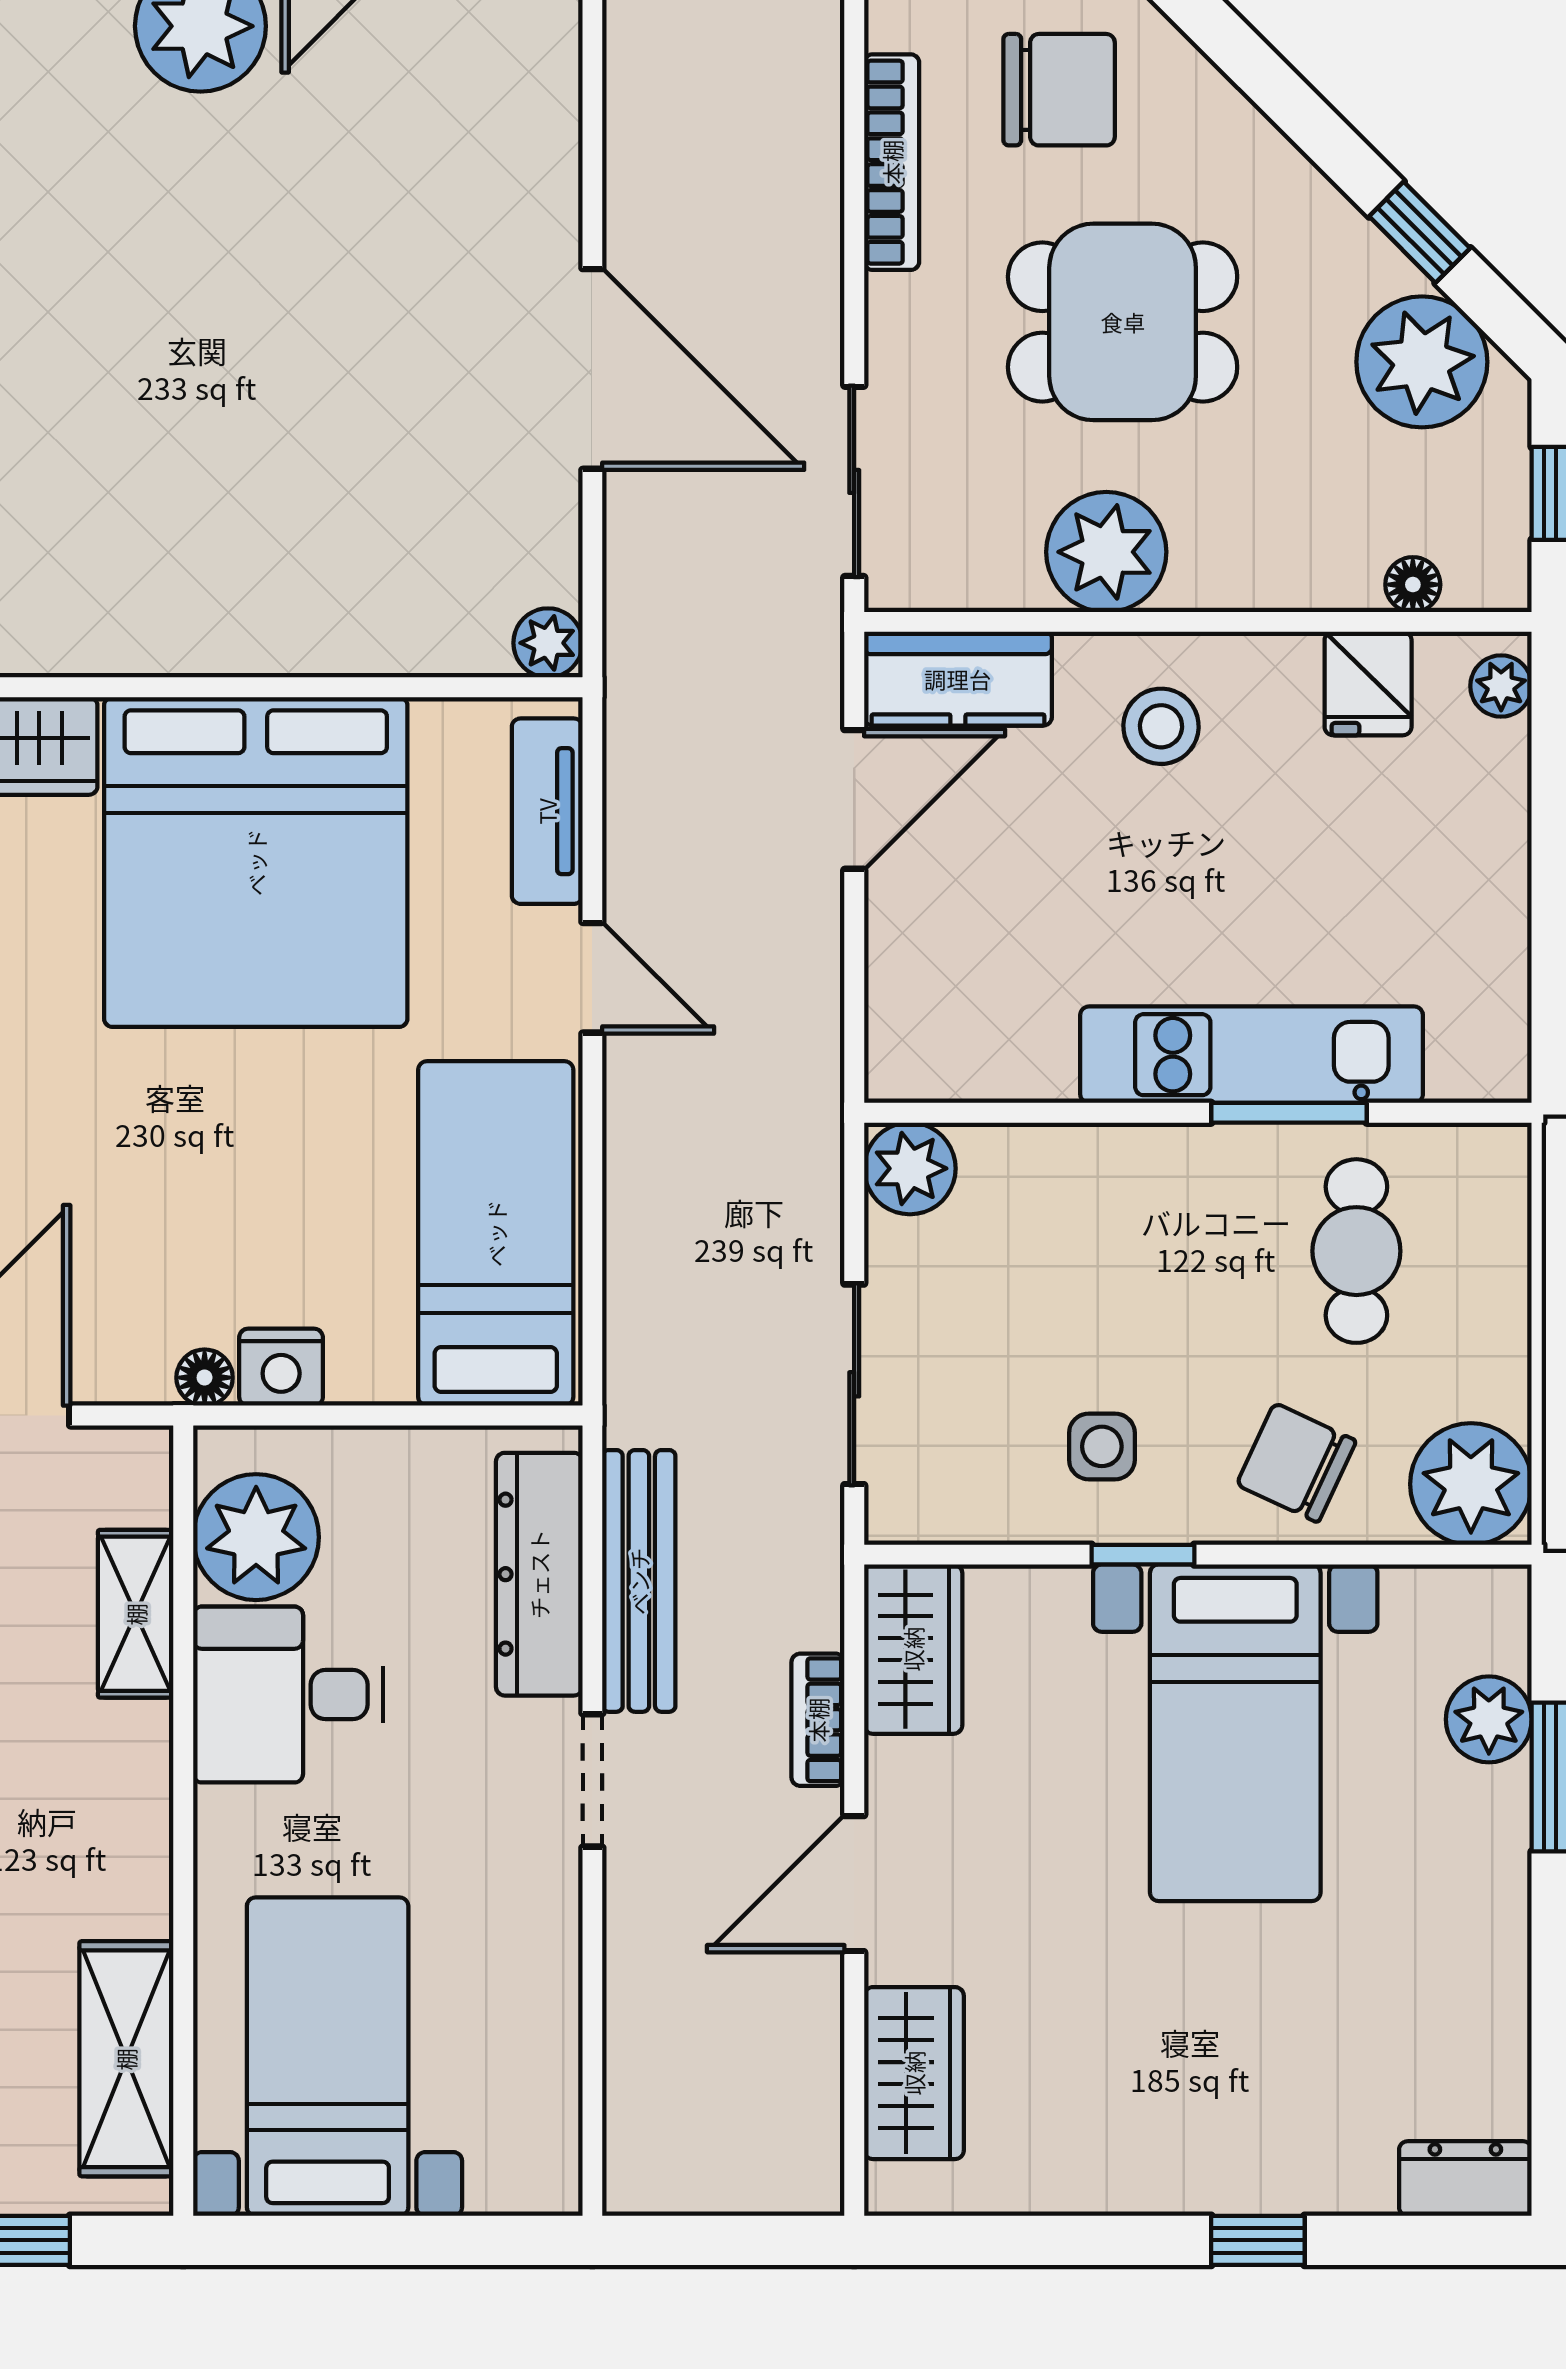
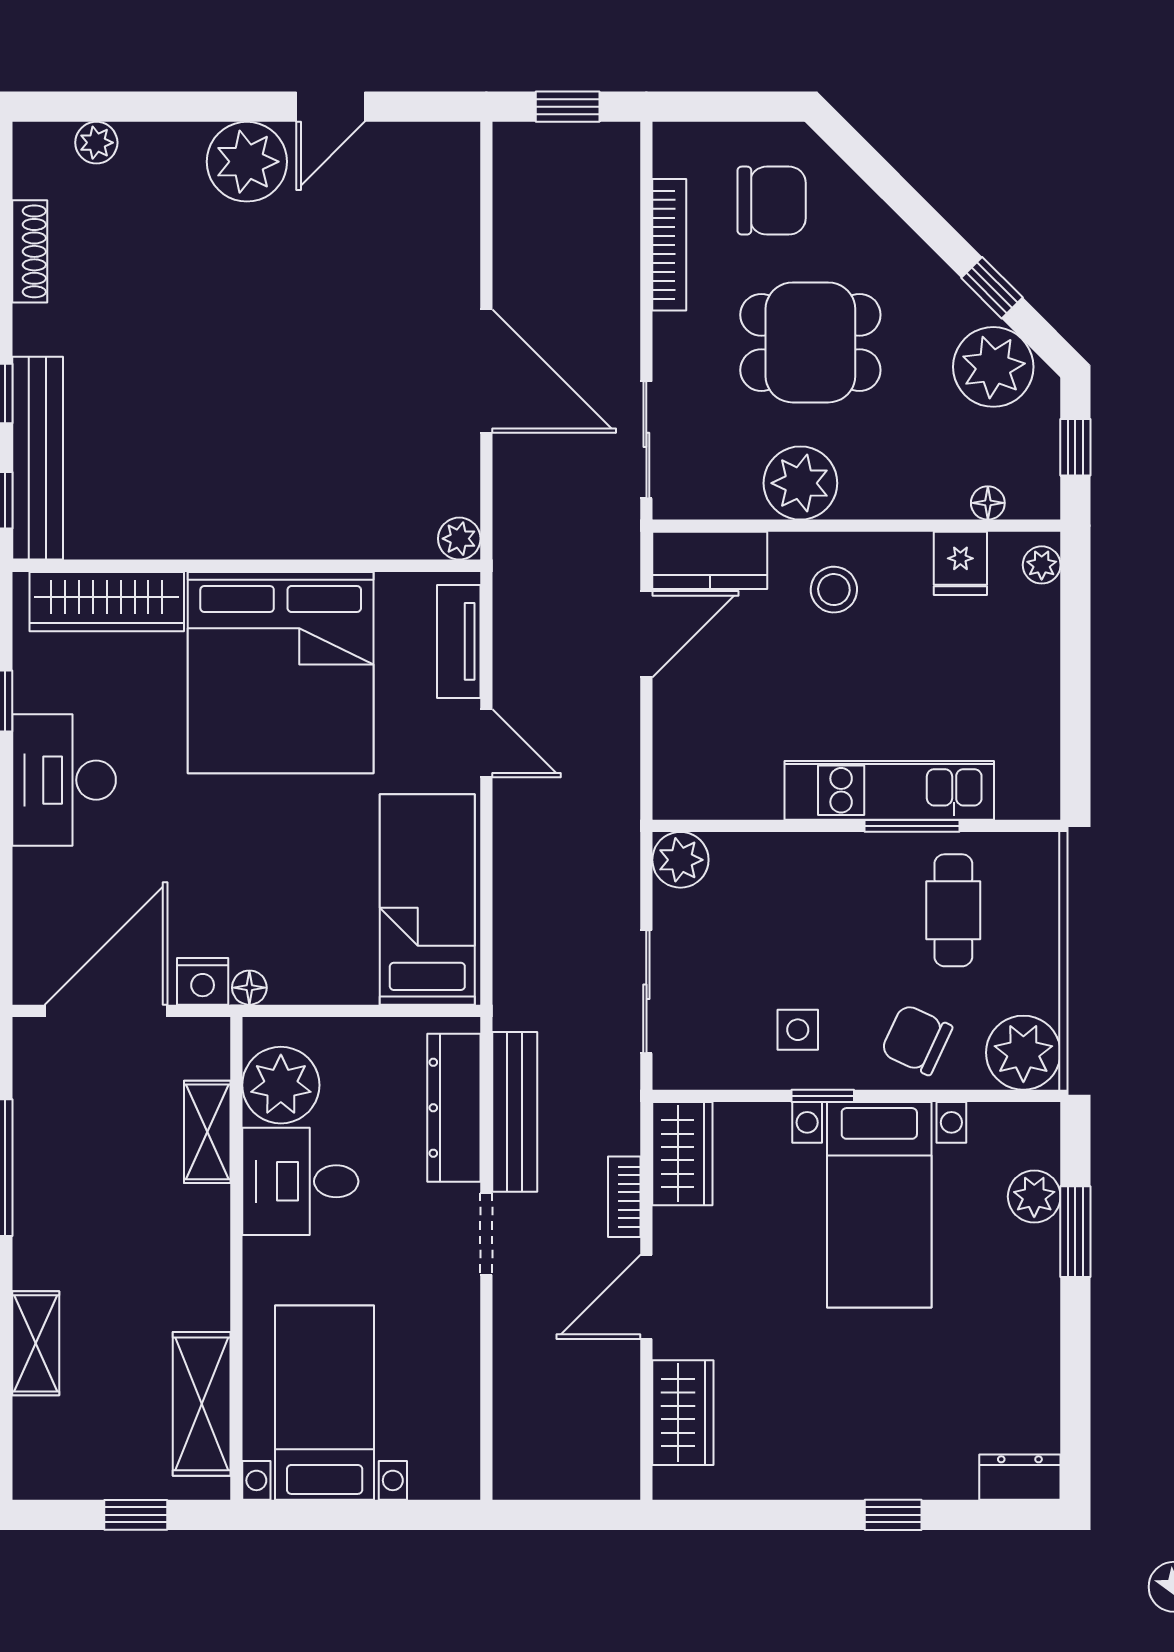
nightstand: (281, 1367) -> (203, 981), moved

